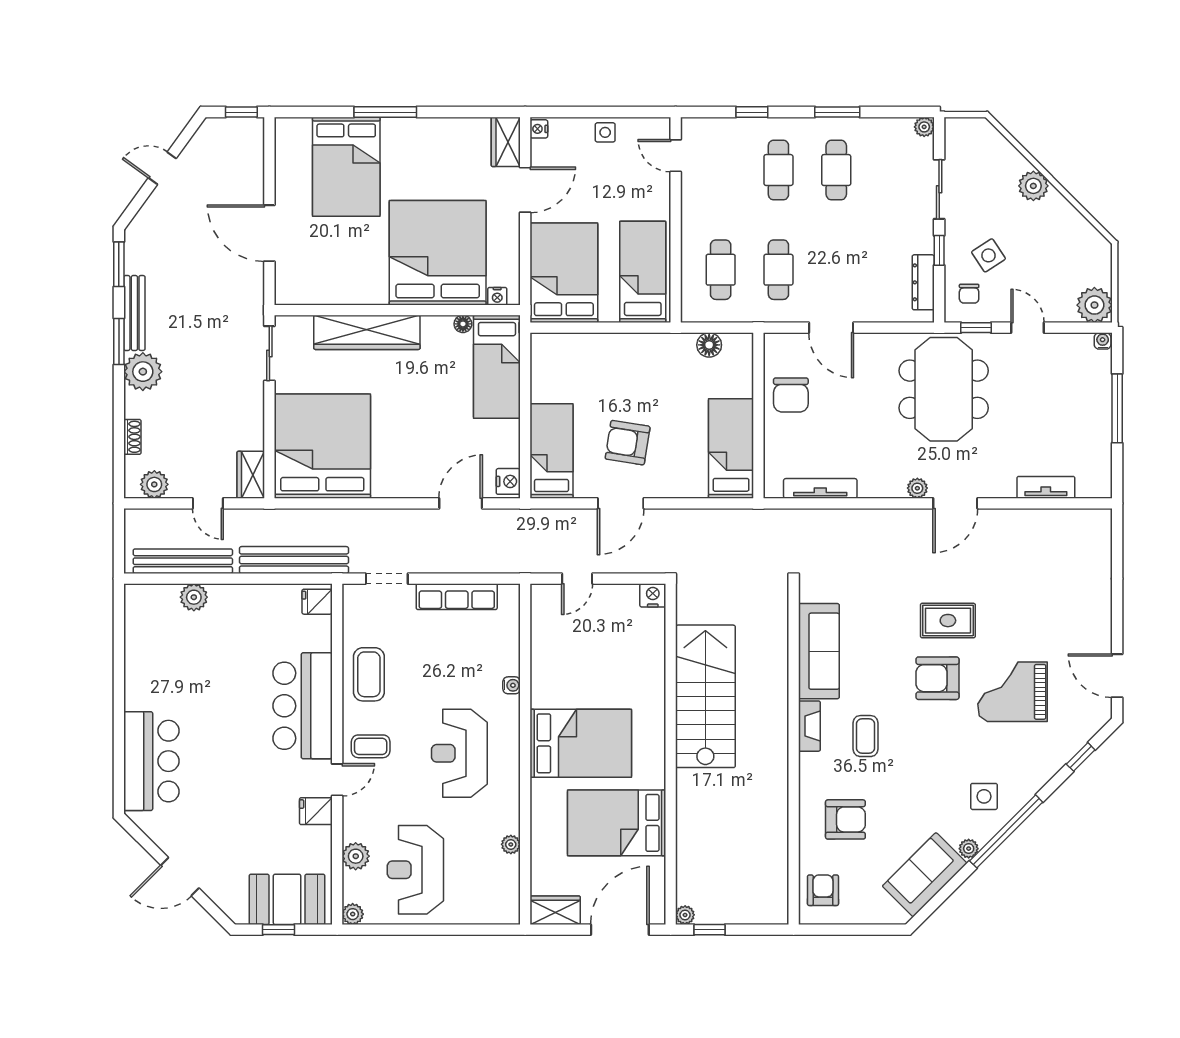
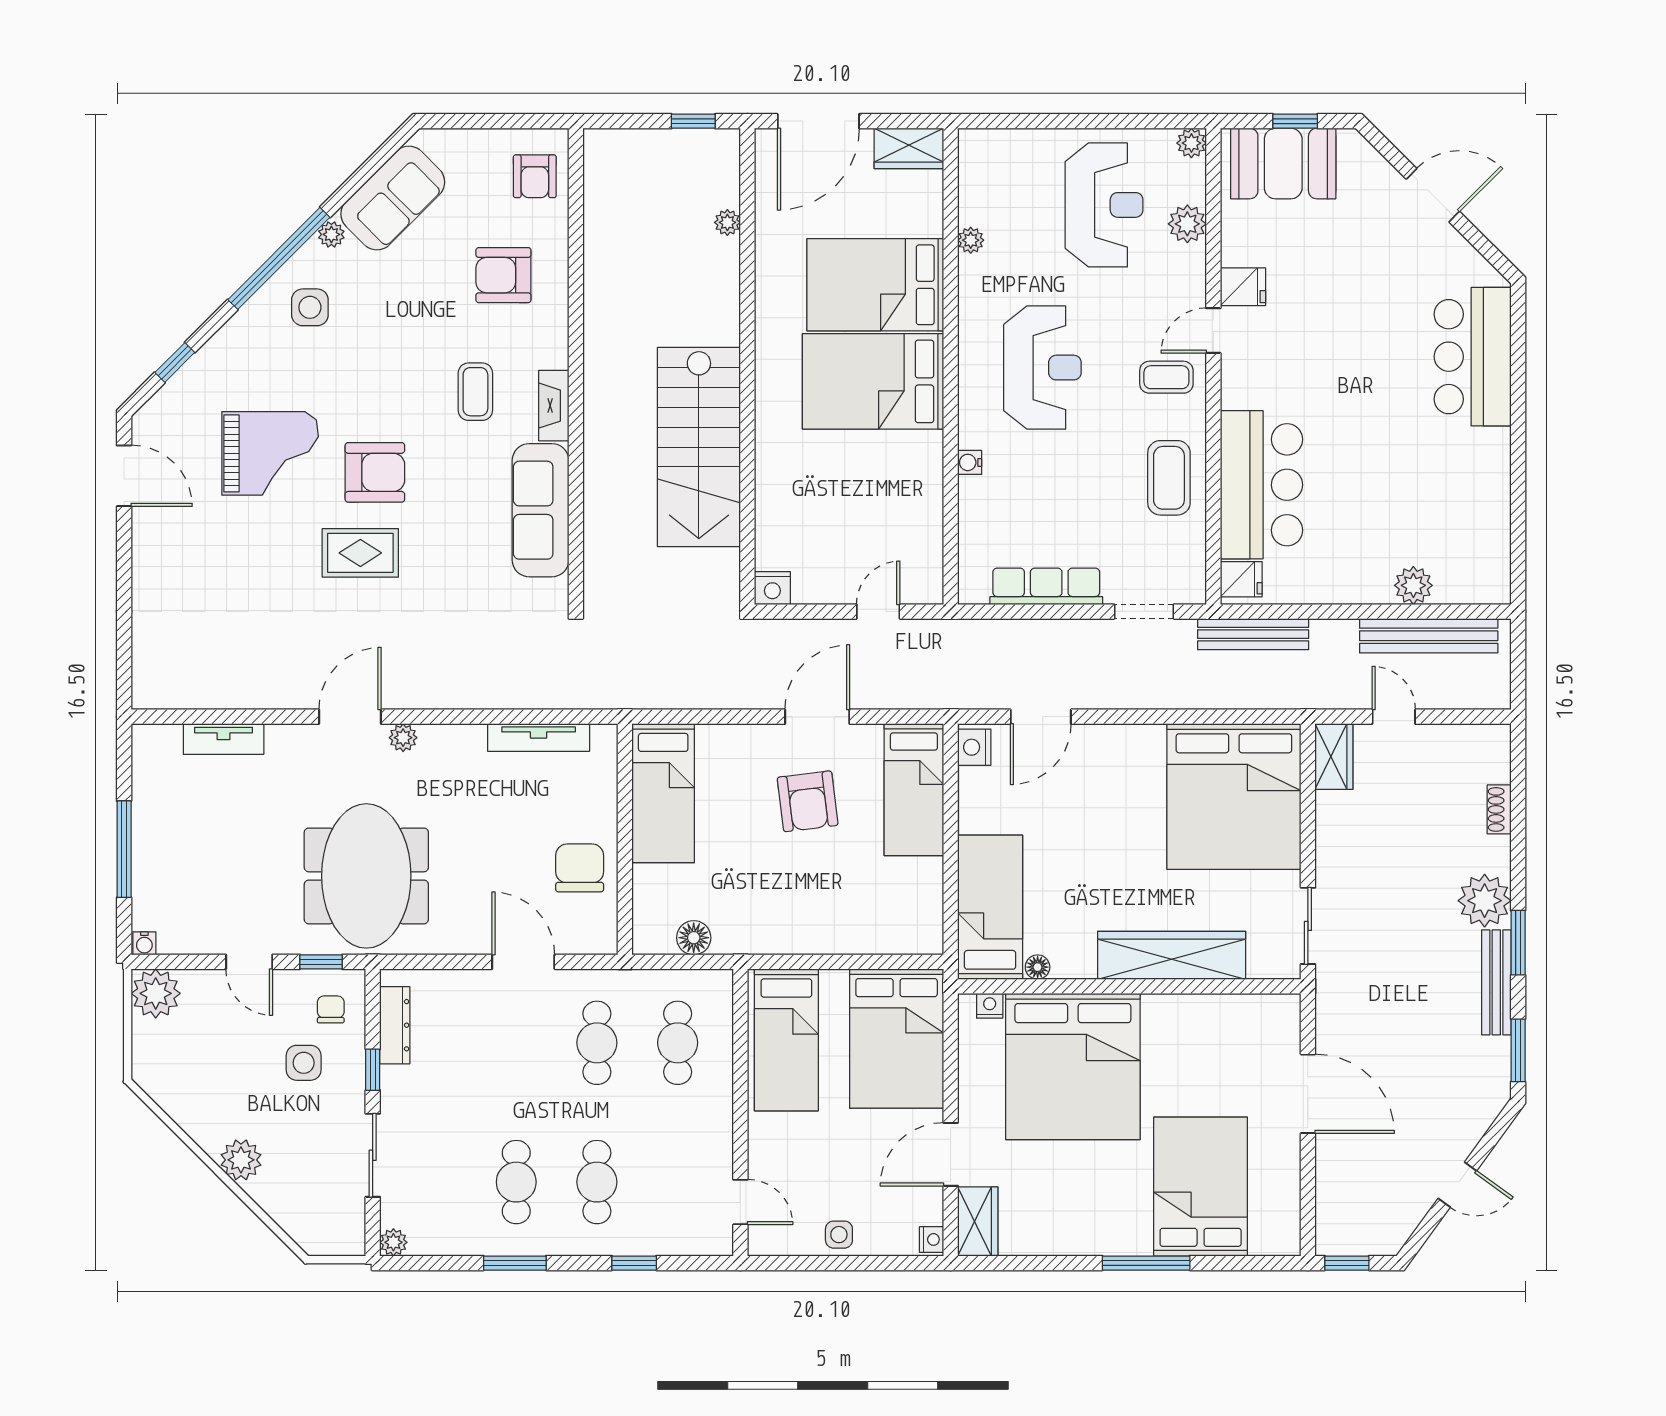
side table: (988, 255) -> (304, 1063), turned 33
armchair: (628, 443) -> (808, 801), turned 74
plant: (154, 484) -> (1469, 743), removed
bench: (294, 560) -> (1253, 634), width x0.73, depth x0.82
bar counter: (303, 706) -> (1261, 485), moved
bed: (617, 823) -> (875, 285), moved, turned 180
plant: (685, 915) -> (727, 222), moved

